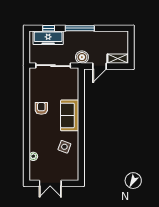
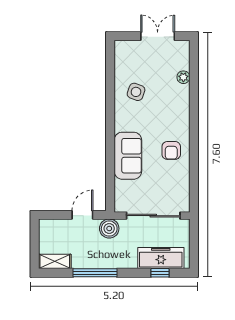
window: (80, 28) -> (95, 273), moved
shelving: (118, 59) -> (55, 261), moved
sofa: (70, 115) -> (128, 156), moved

